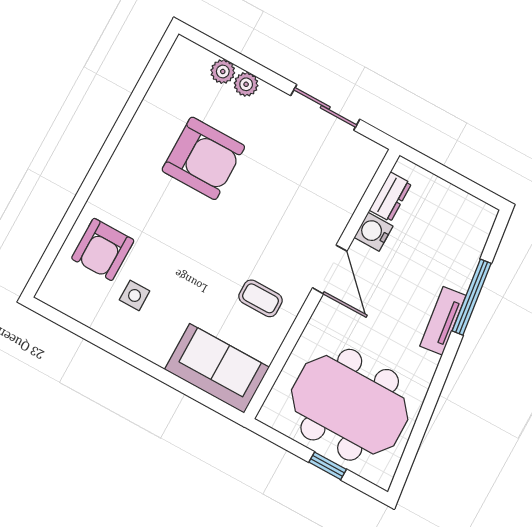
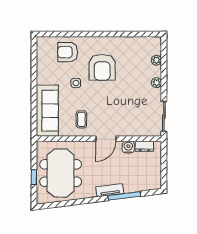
plant: (246, 84) -> (156, 83), moved
sliding door: (325, 107) -> (164, 116), moved
armchair: (203, 158) -> (102, 67), moved
side table: (135, 295) -> (76, 83), moved
sofa: (217, 368) -> (47, 111), width x1.36

